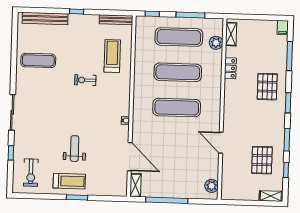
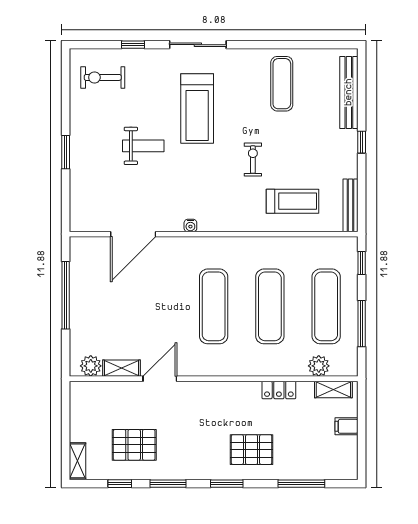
filing cabinet: (283, 27) -> (346, 426), moved
treadmill: (69, 181) -> (197, 109), moved, width x1.37, depth x1.38
shelving: (135, 185) -> (121, 368), moved

